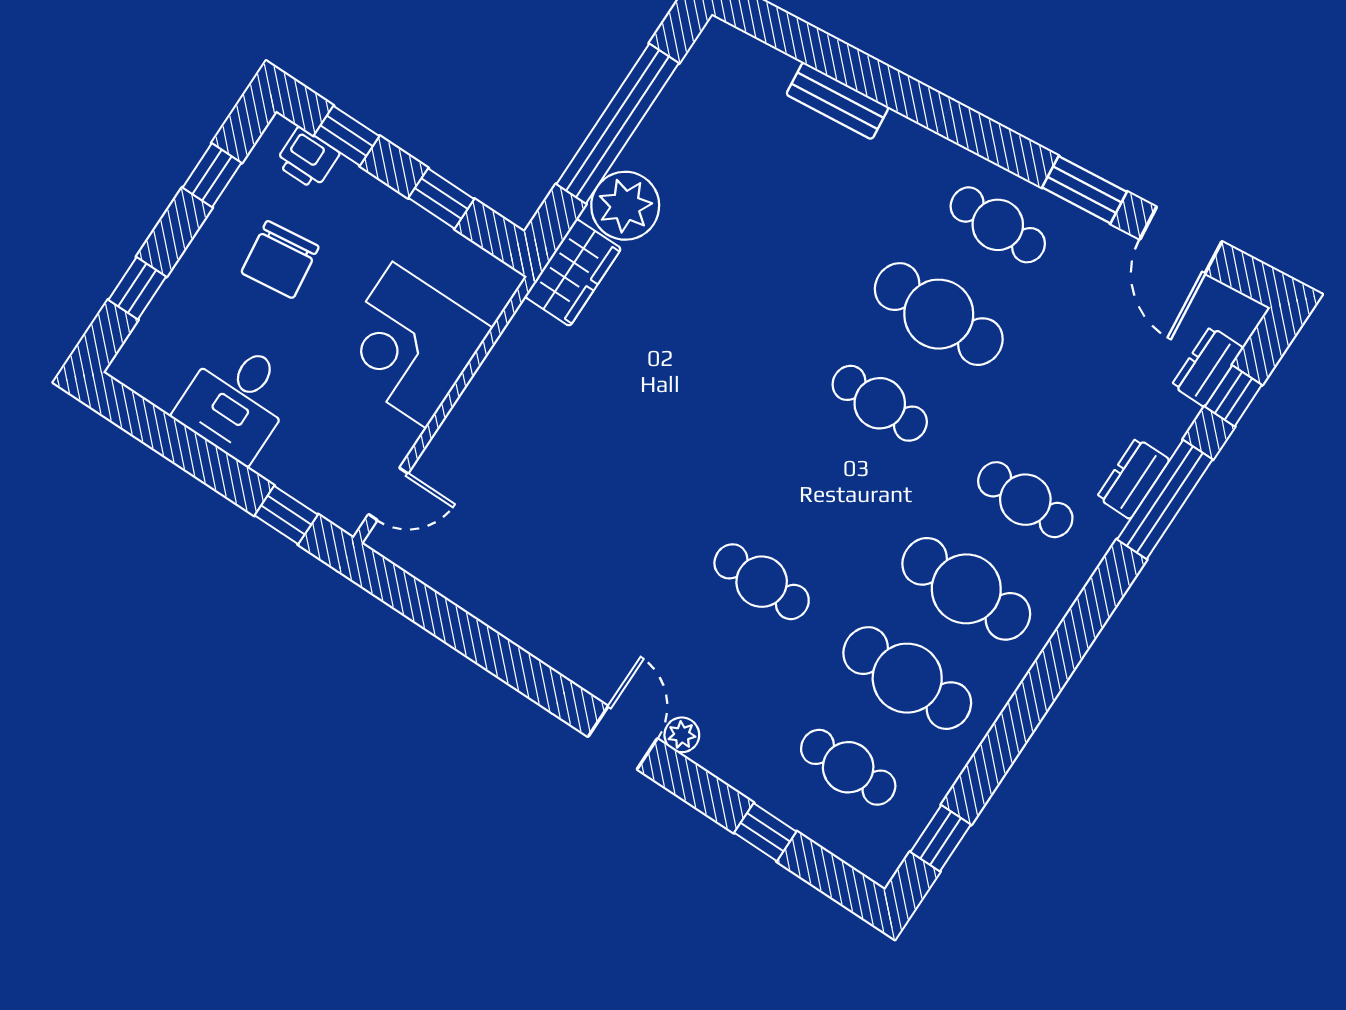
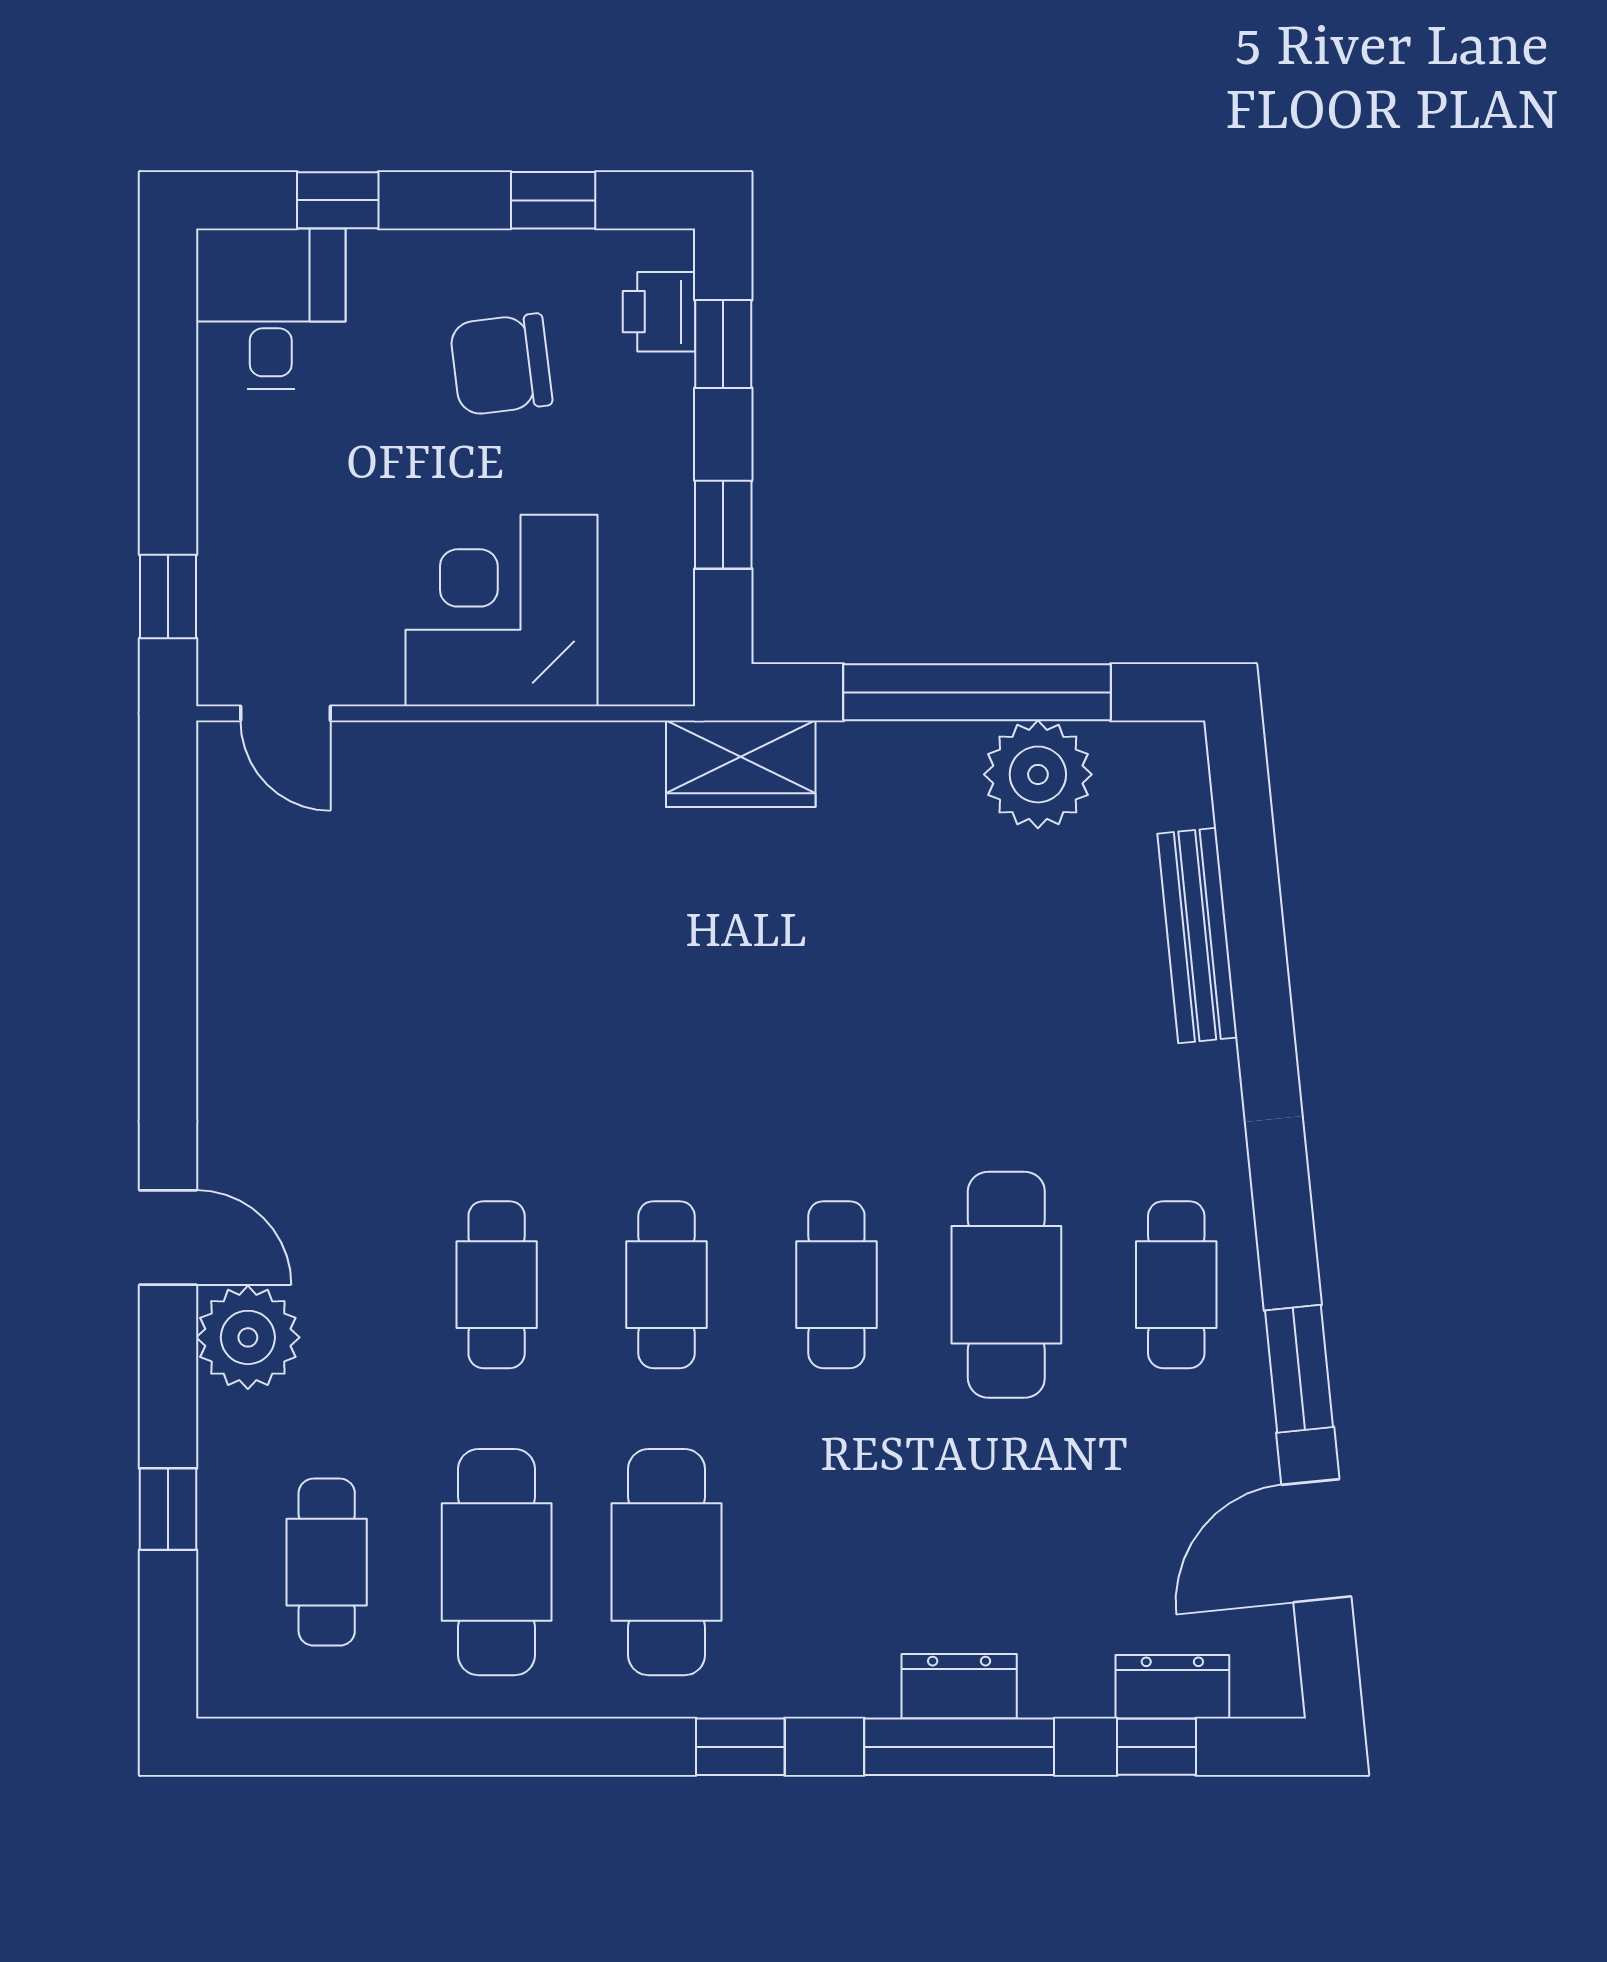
bench: (837, 101) -> (1197, 936), width x1.36
plant: (625, 206) -> (1038, 774), moved
desk: (236, 400) -> (271, 309), moved, turned 90
cafe table: (1025, 500) -> (667, 1285), moved
plant: (682, 735) -> (248, 1337), width x1.88, depth x1.88
door: (623, 738) -> (168, 1237), hinge flipped
window: (941, 838) -> (740, 1747), moved

